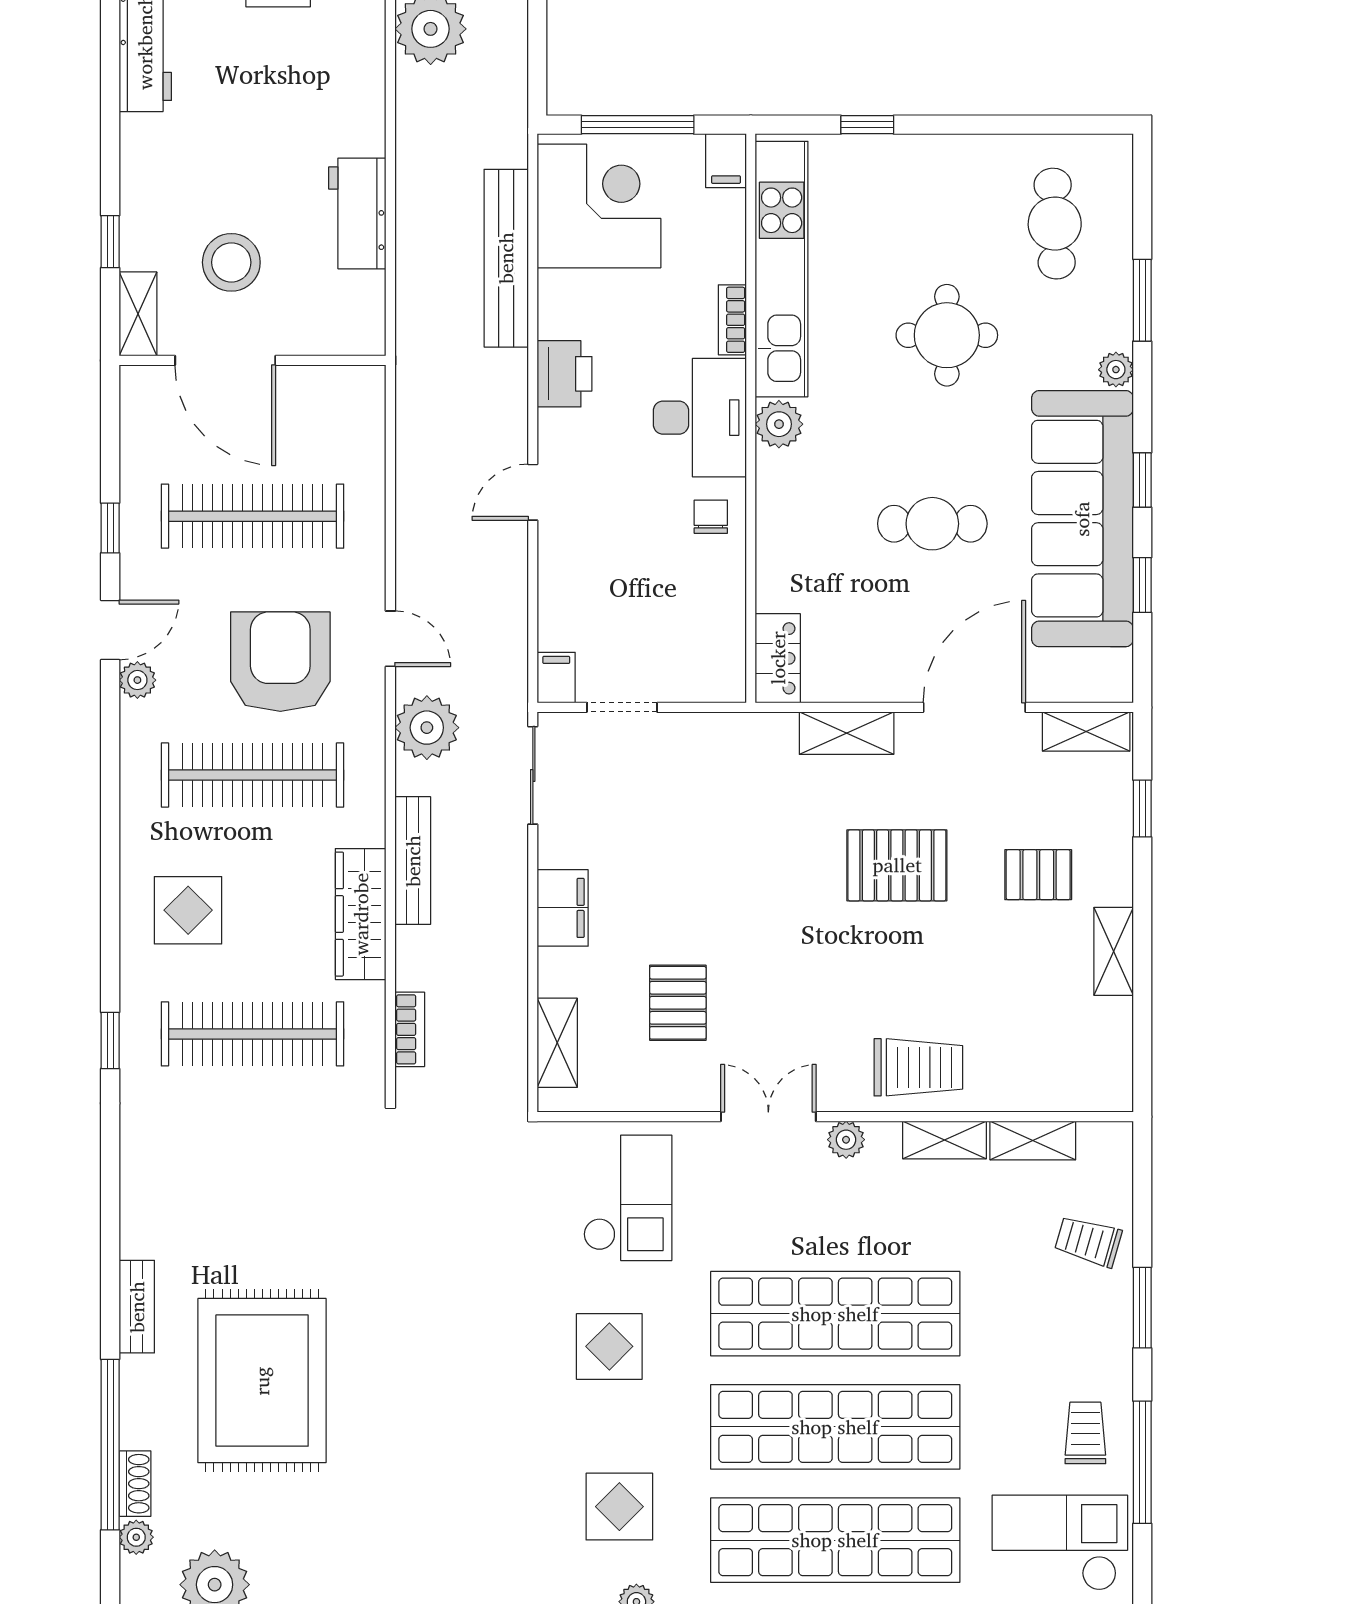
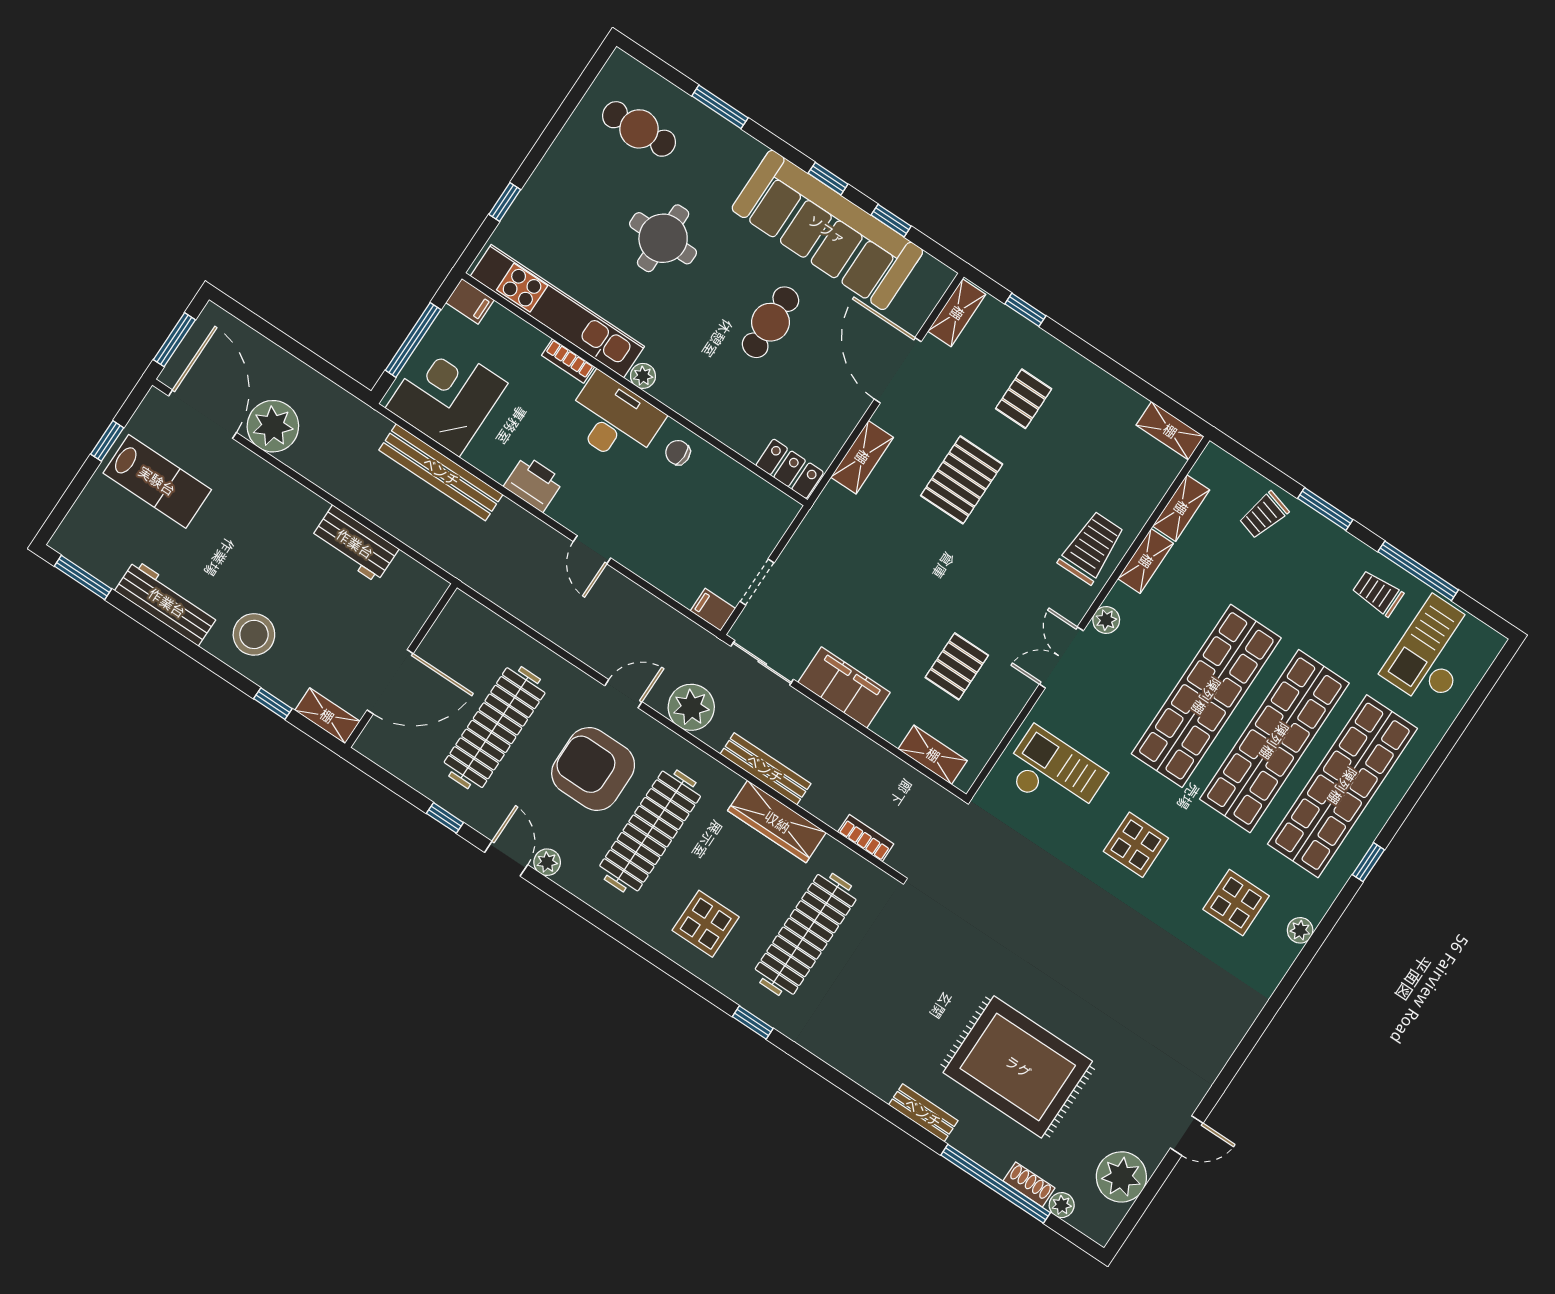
stool: (231, 262) -> (254, 634), moved
plant: (1116, 370) -> (751, 150), removed
plant: (779, 424) -> (643, 376), width x0.73, depth x0.73
filing cabinet: (563, 908) -> (844, 687), width x1.50, depth x1.17
shelving: (1114, 951) -> (1170, 431), moved
pallet: (678, 1003) -> (957, 666), turned 90

